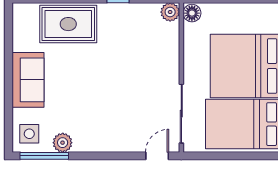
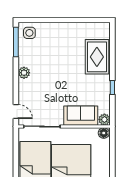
sofa: (28, 80) -> (81, 116), moved, turned 180
plant: (63, 143) -> (24, 73), moved

